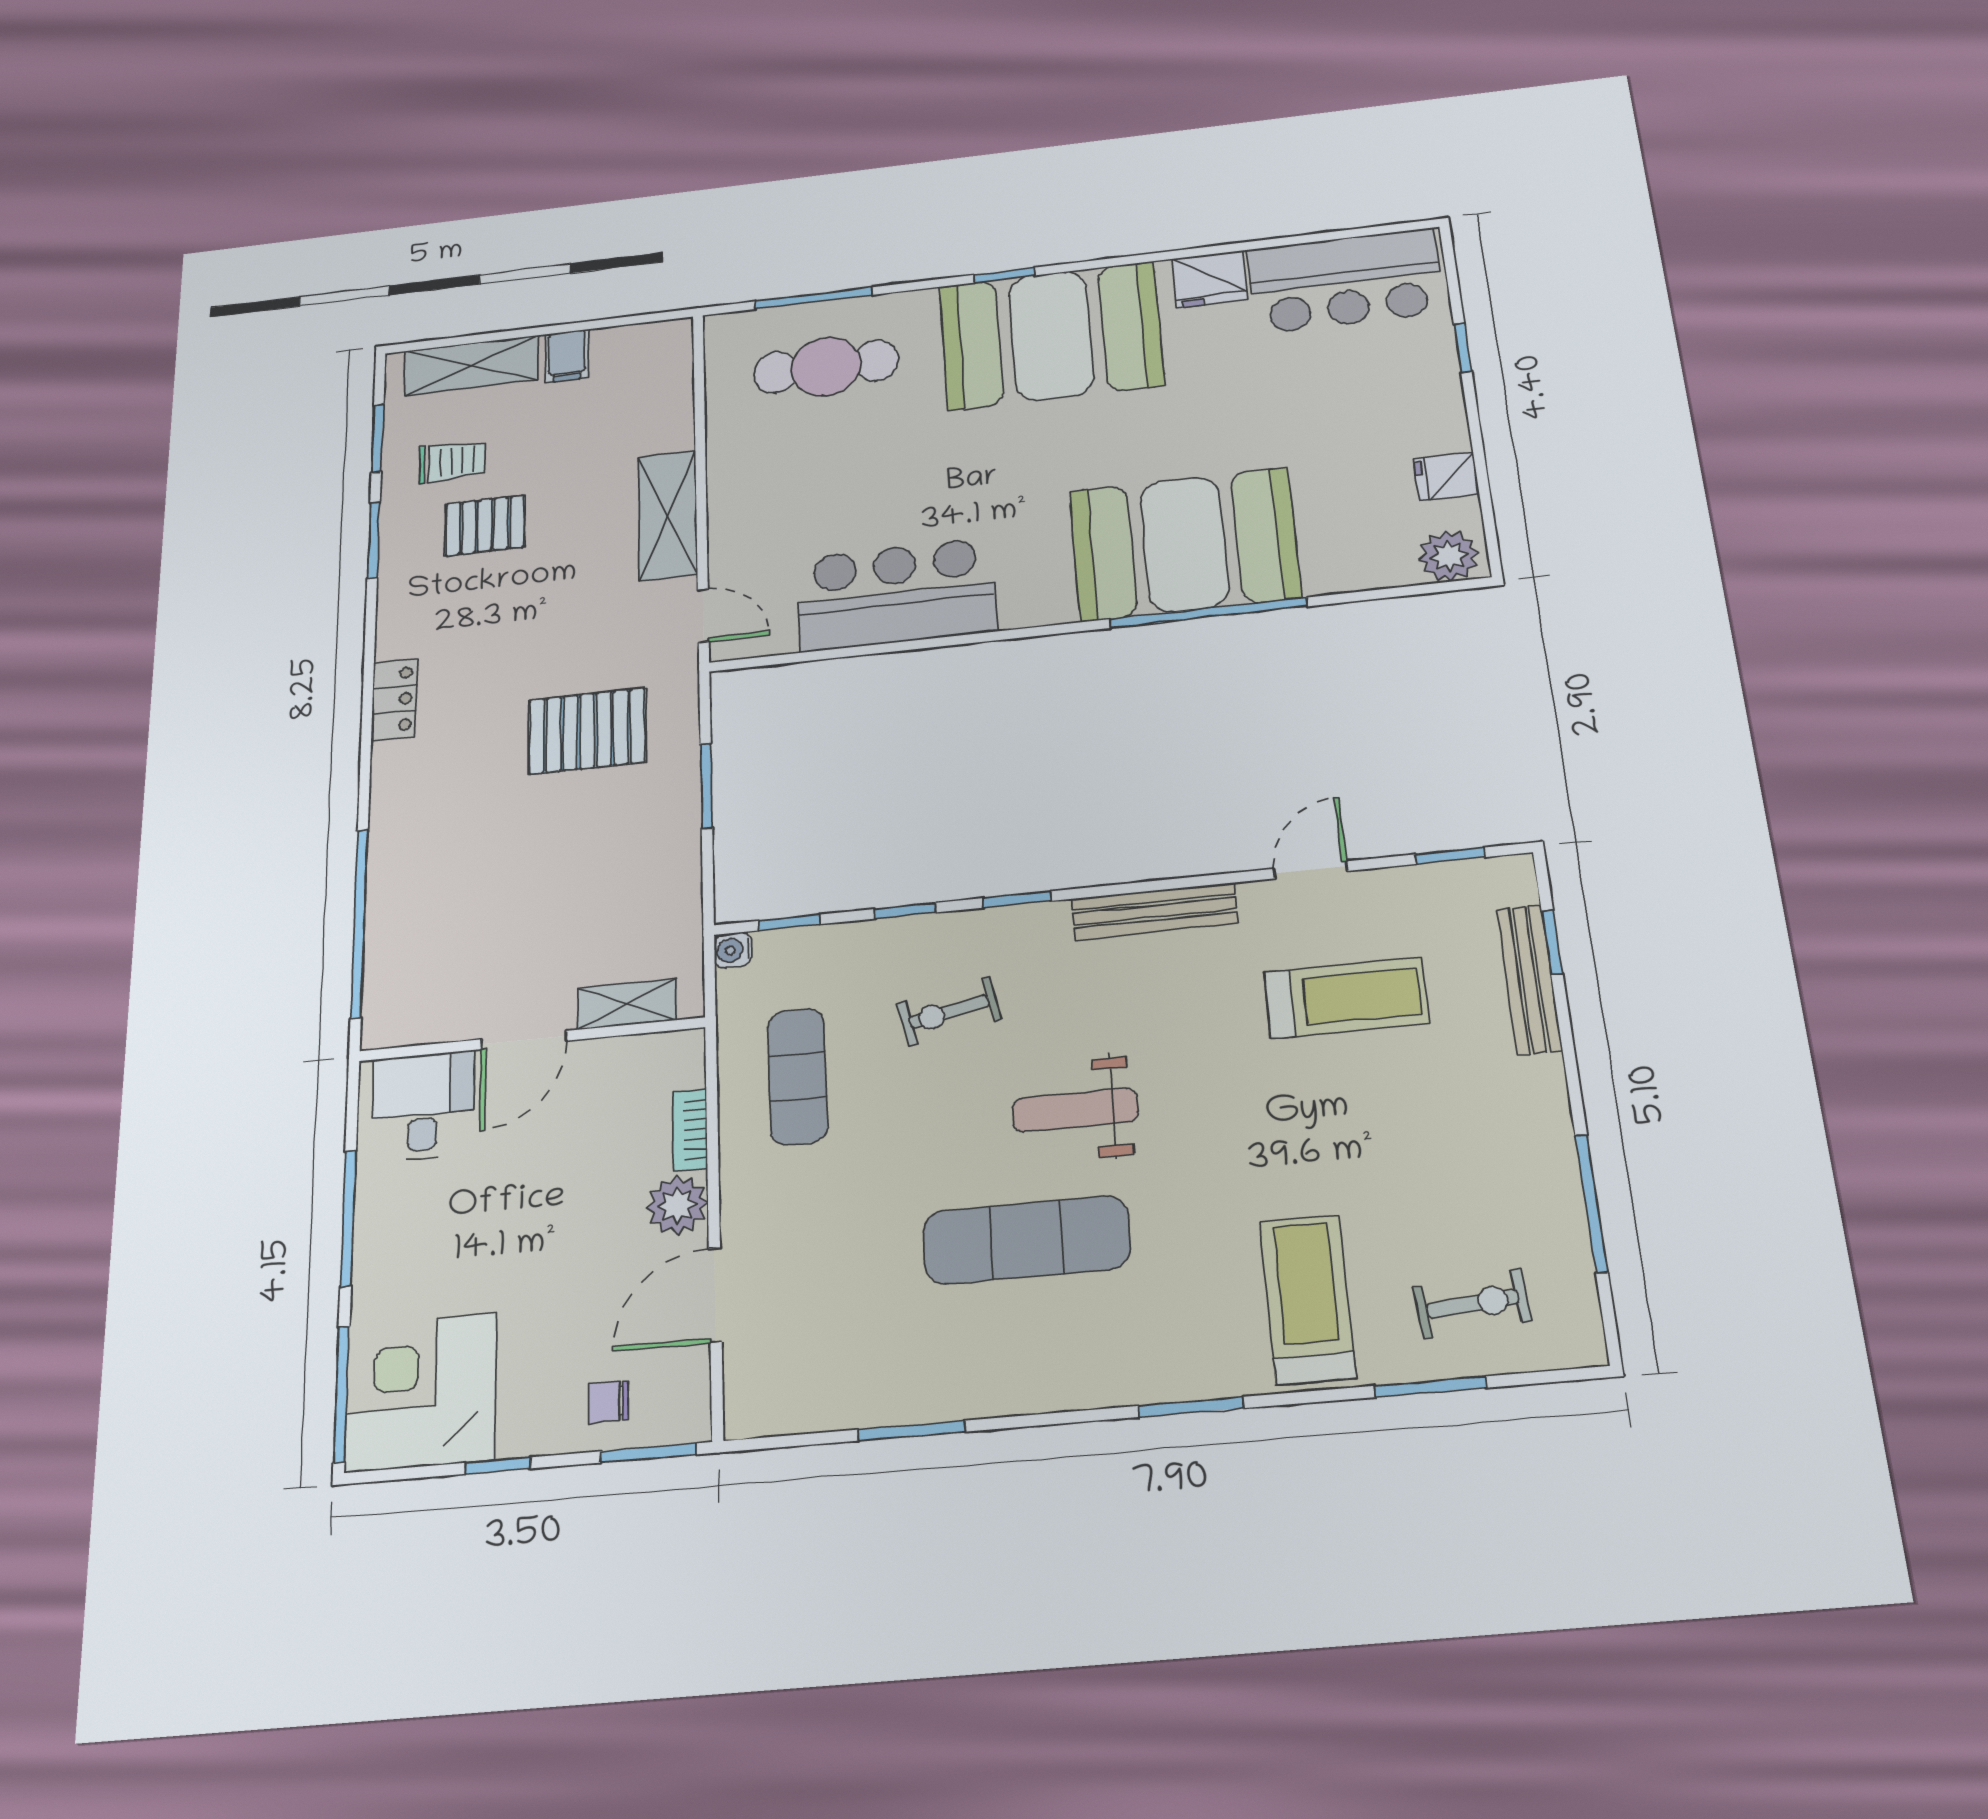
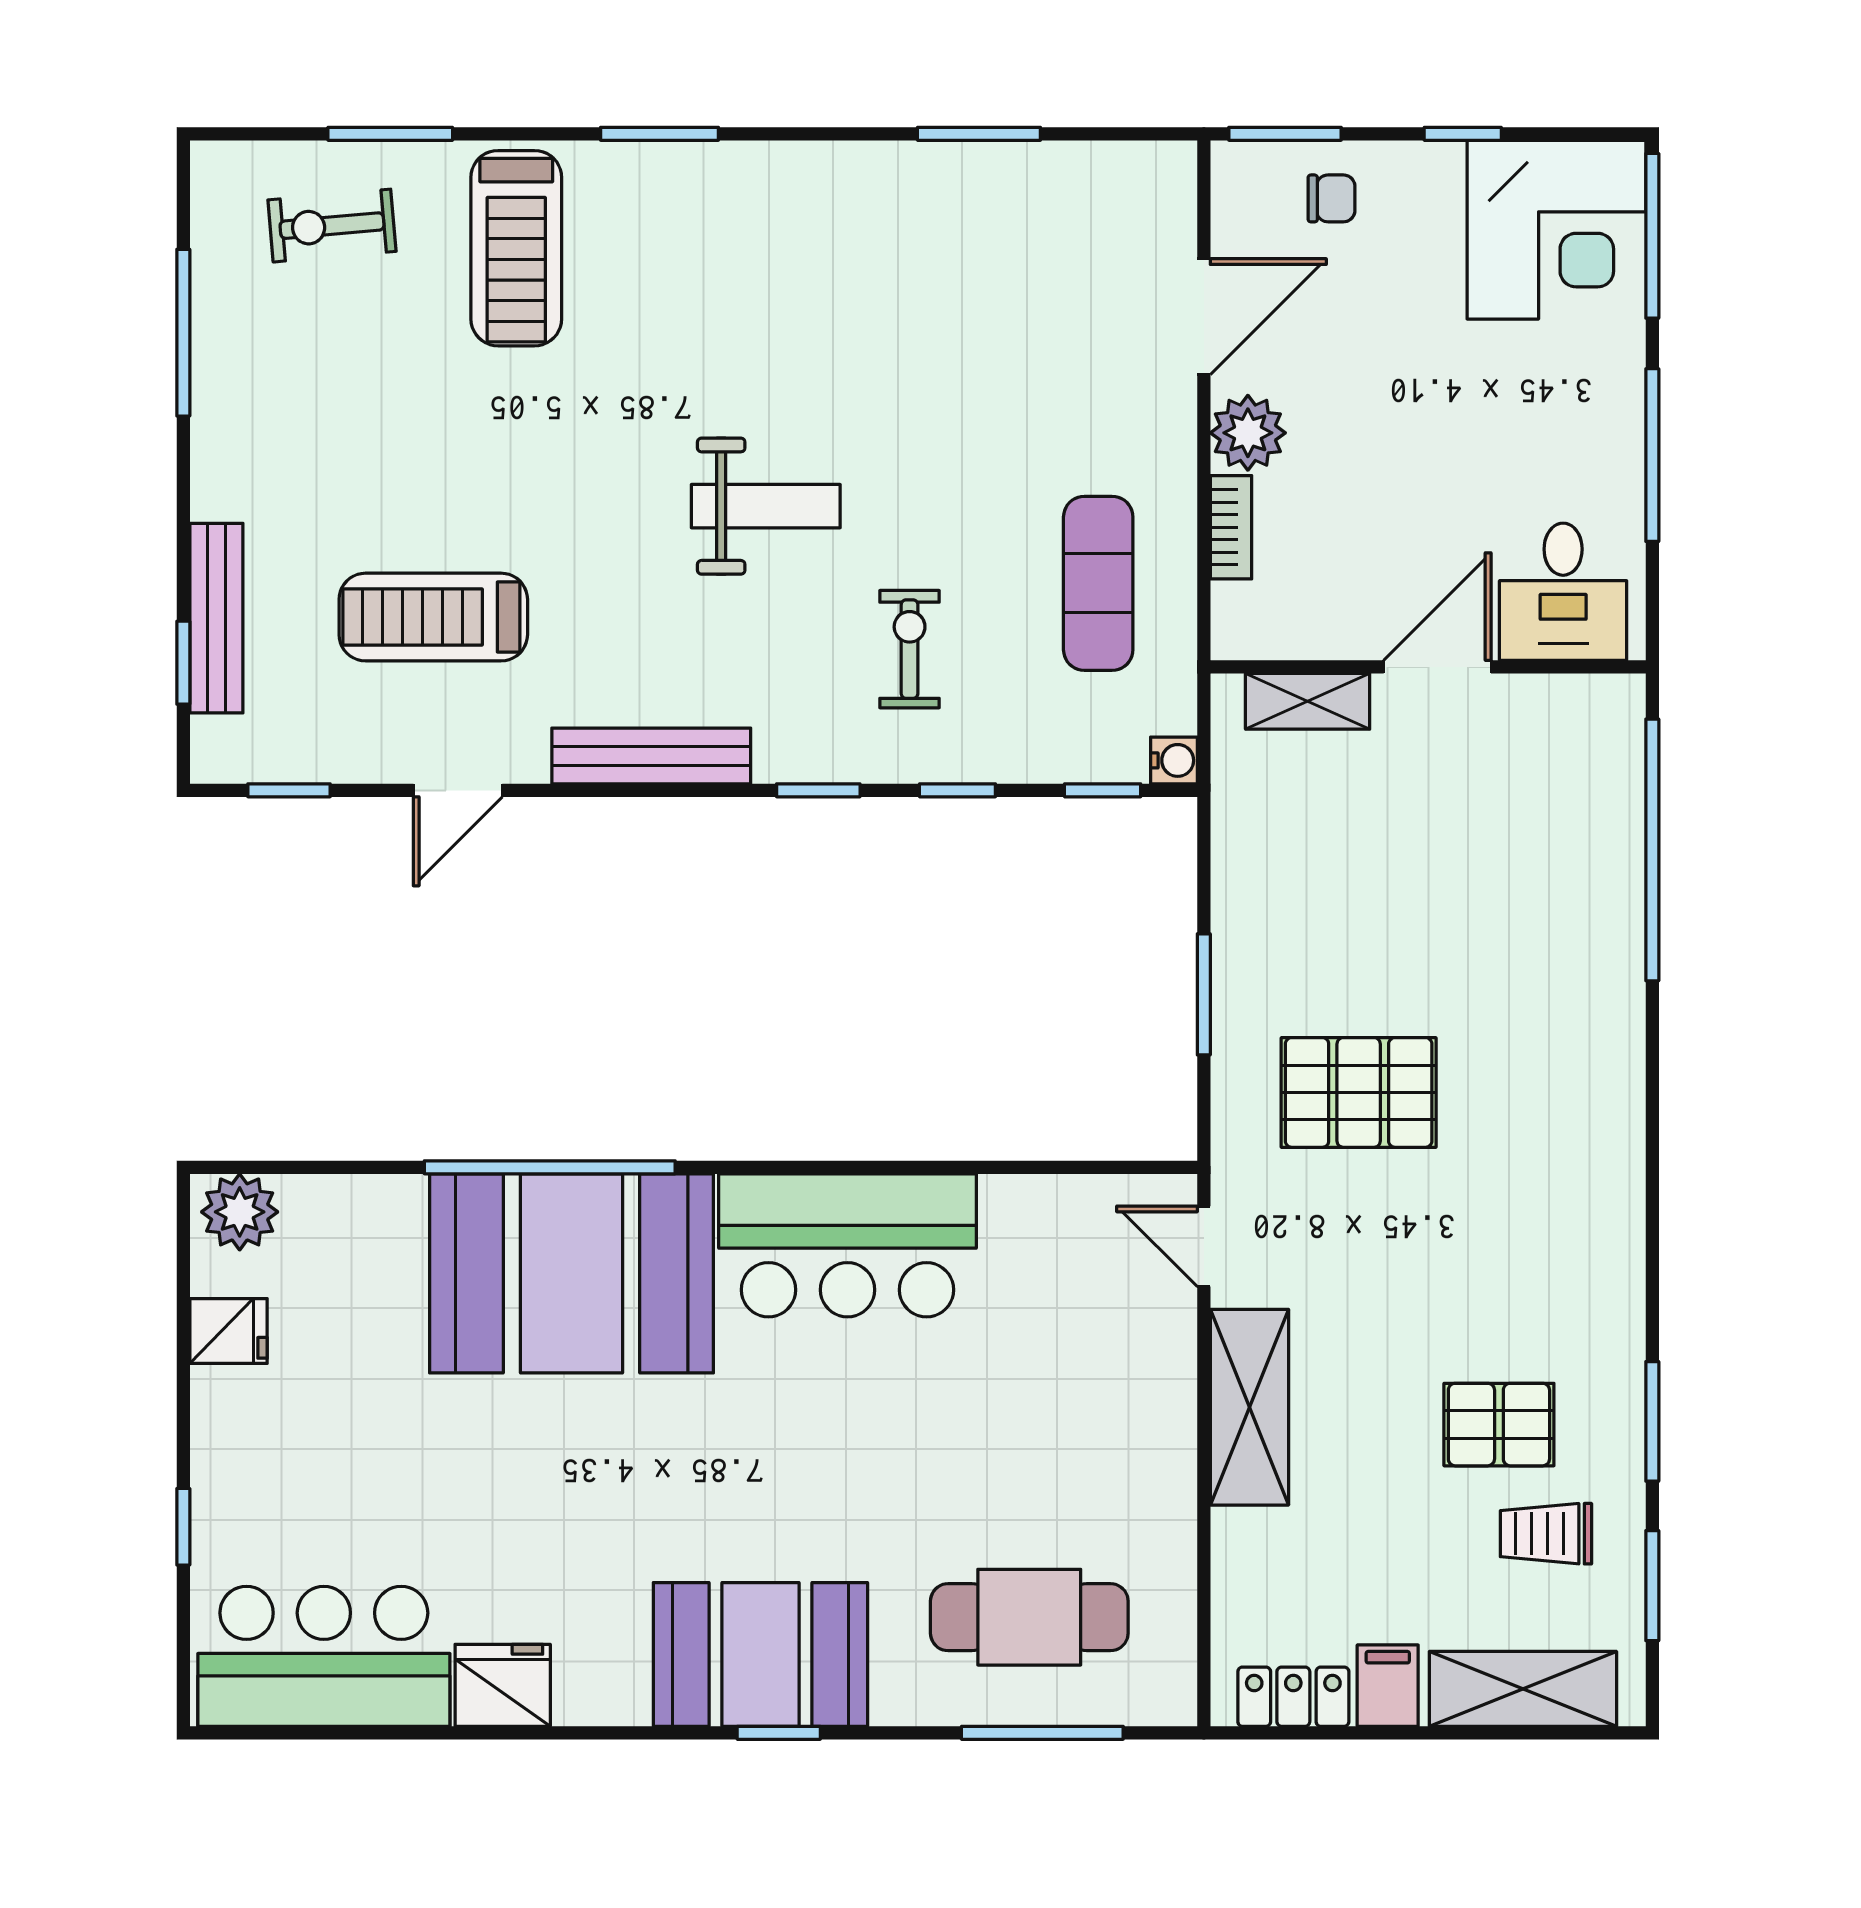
booth: (1051, 336) -> (760, 1654), width x0.73, depth x0.70
bar counter: (896, 595) -> (848, 1245), moved
locker: (394, 700) -> (1293, 1697), moved, turned 90
exercise bike: (949, 1012) -> (910, 649), turned -78
exercise mat: (1026, 1240) -> (834, 350), removed

